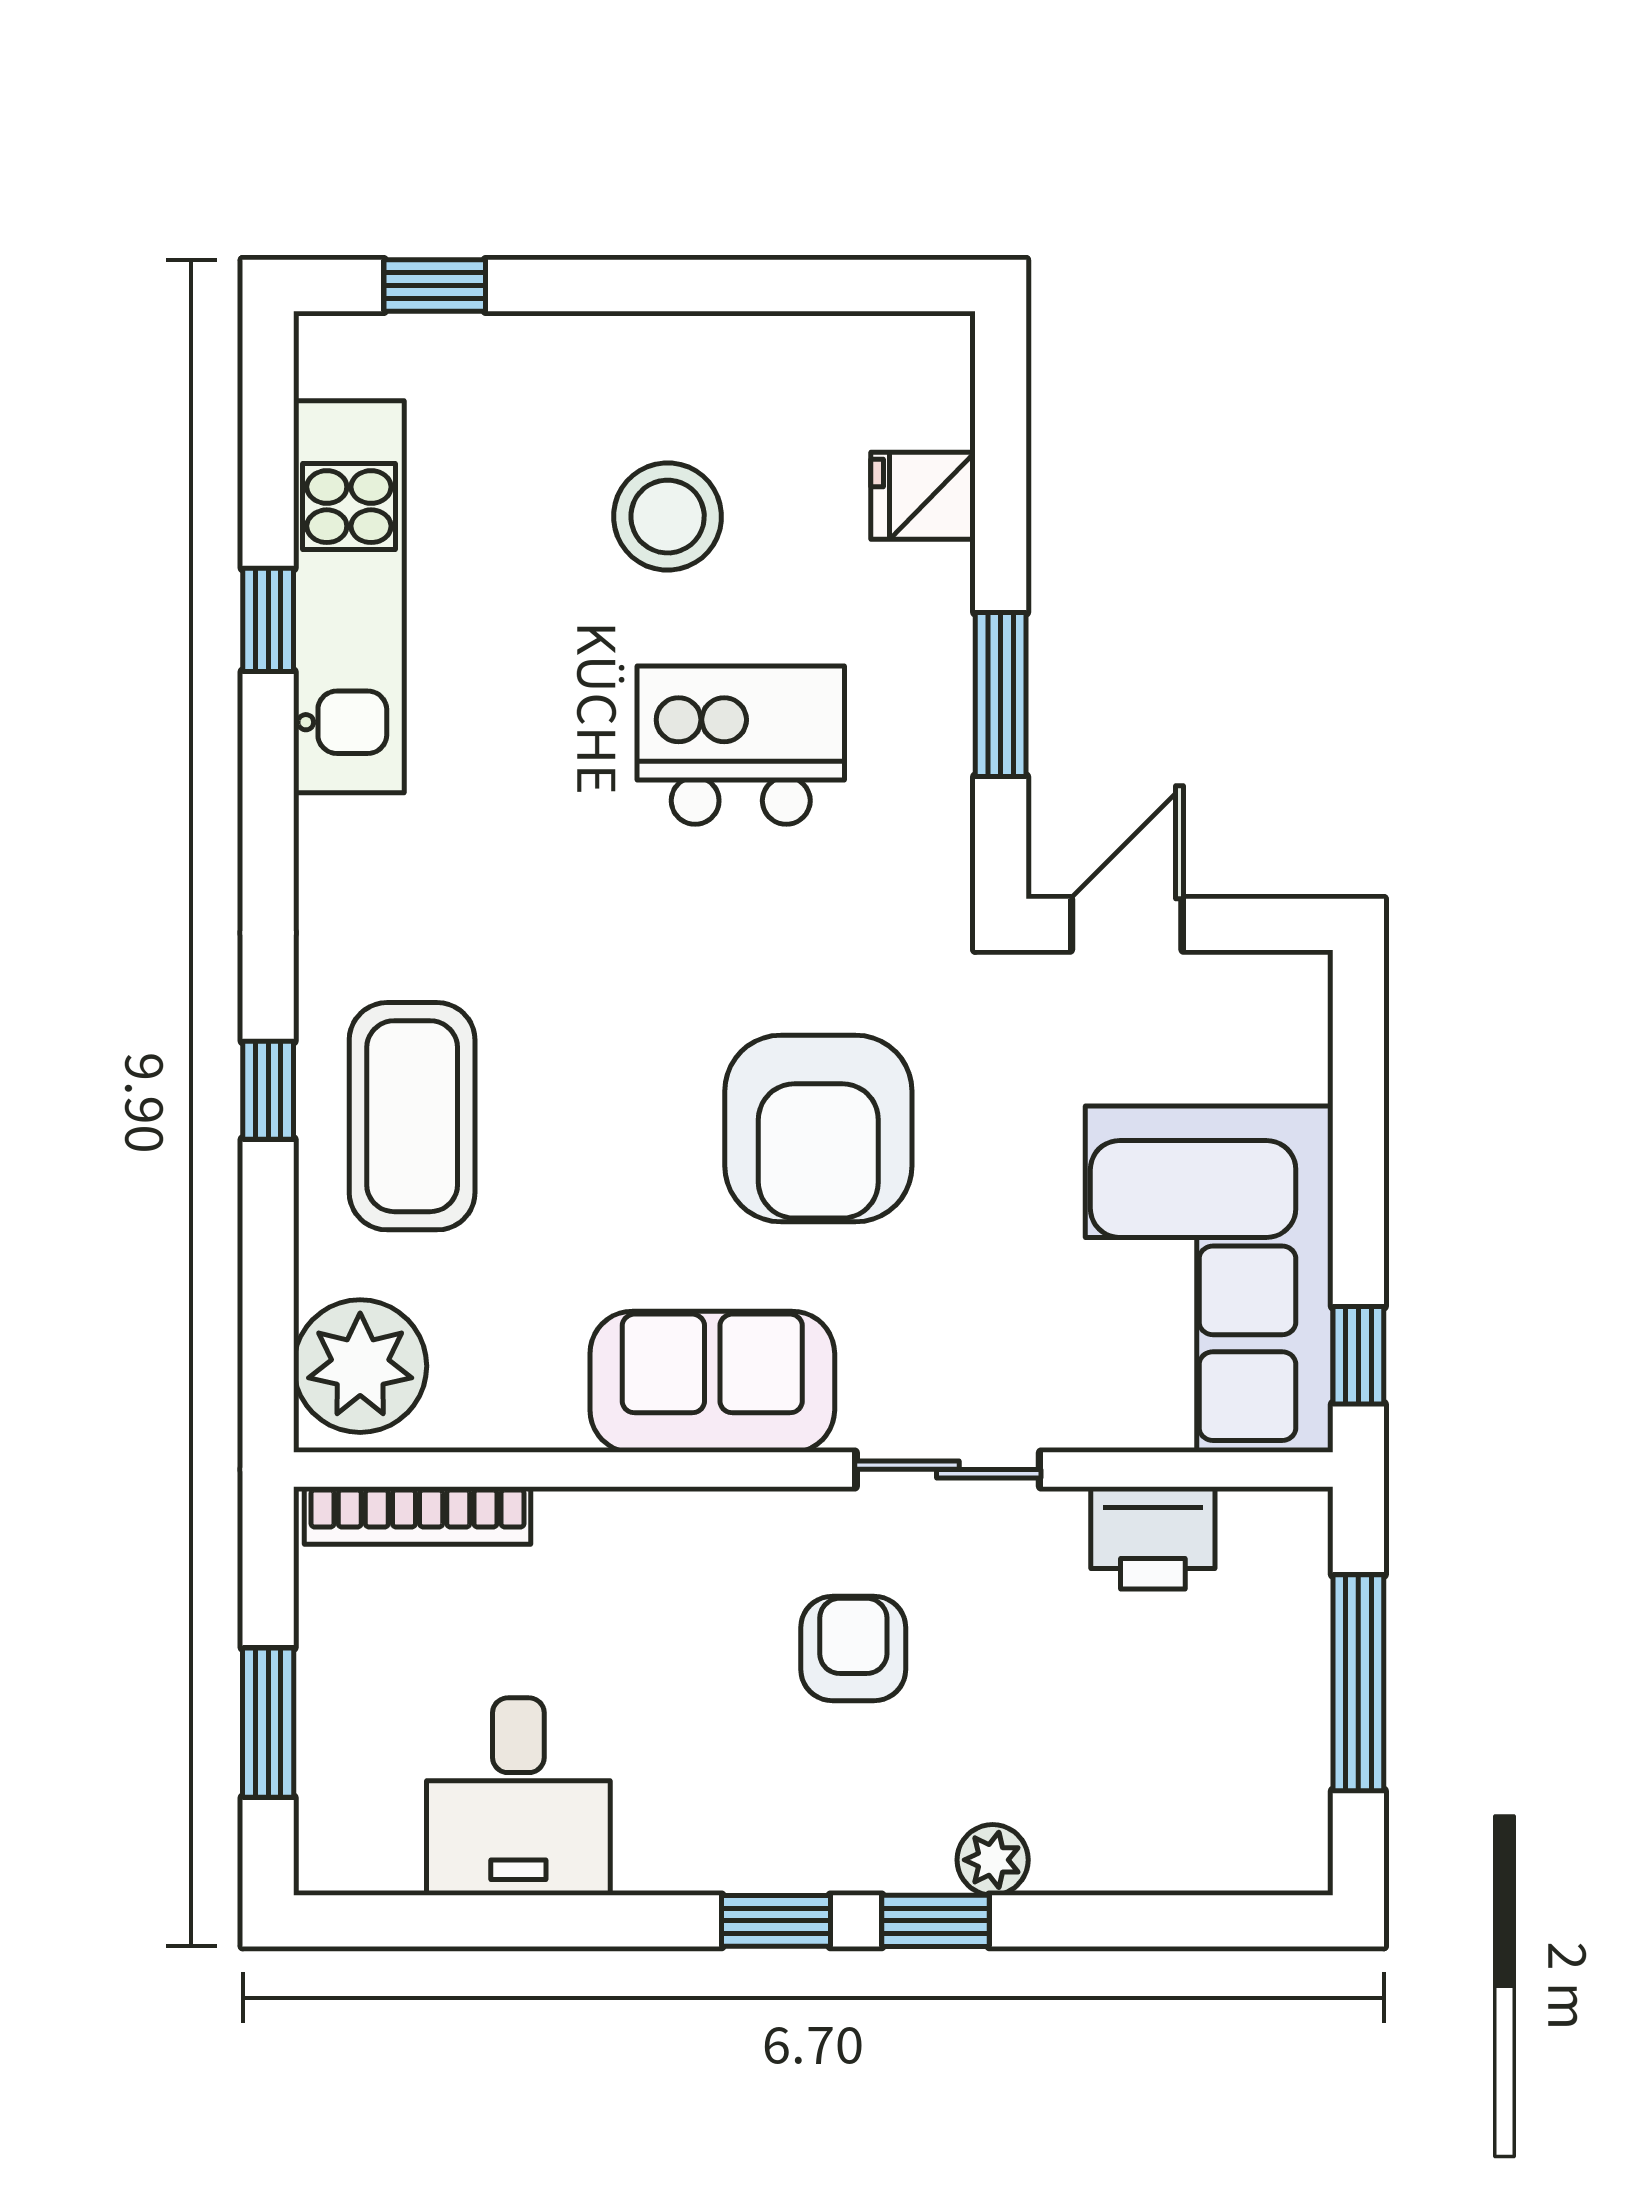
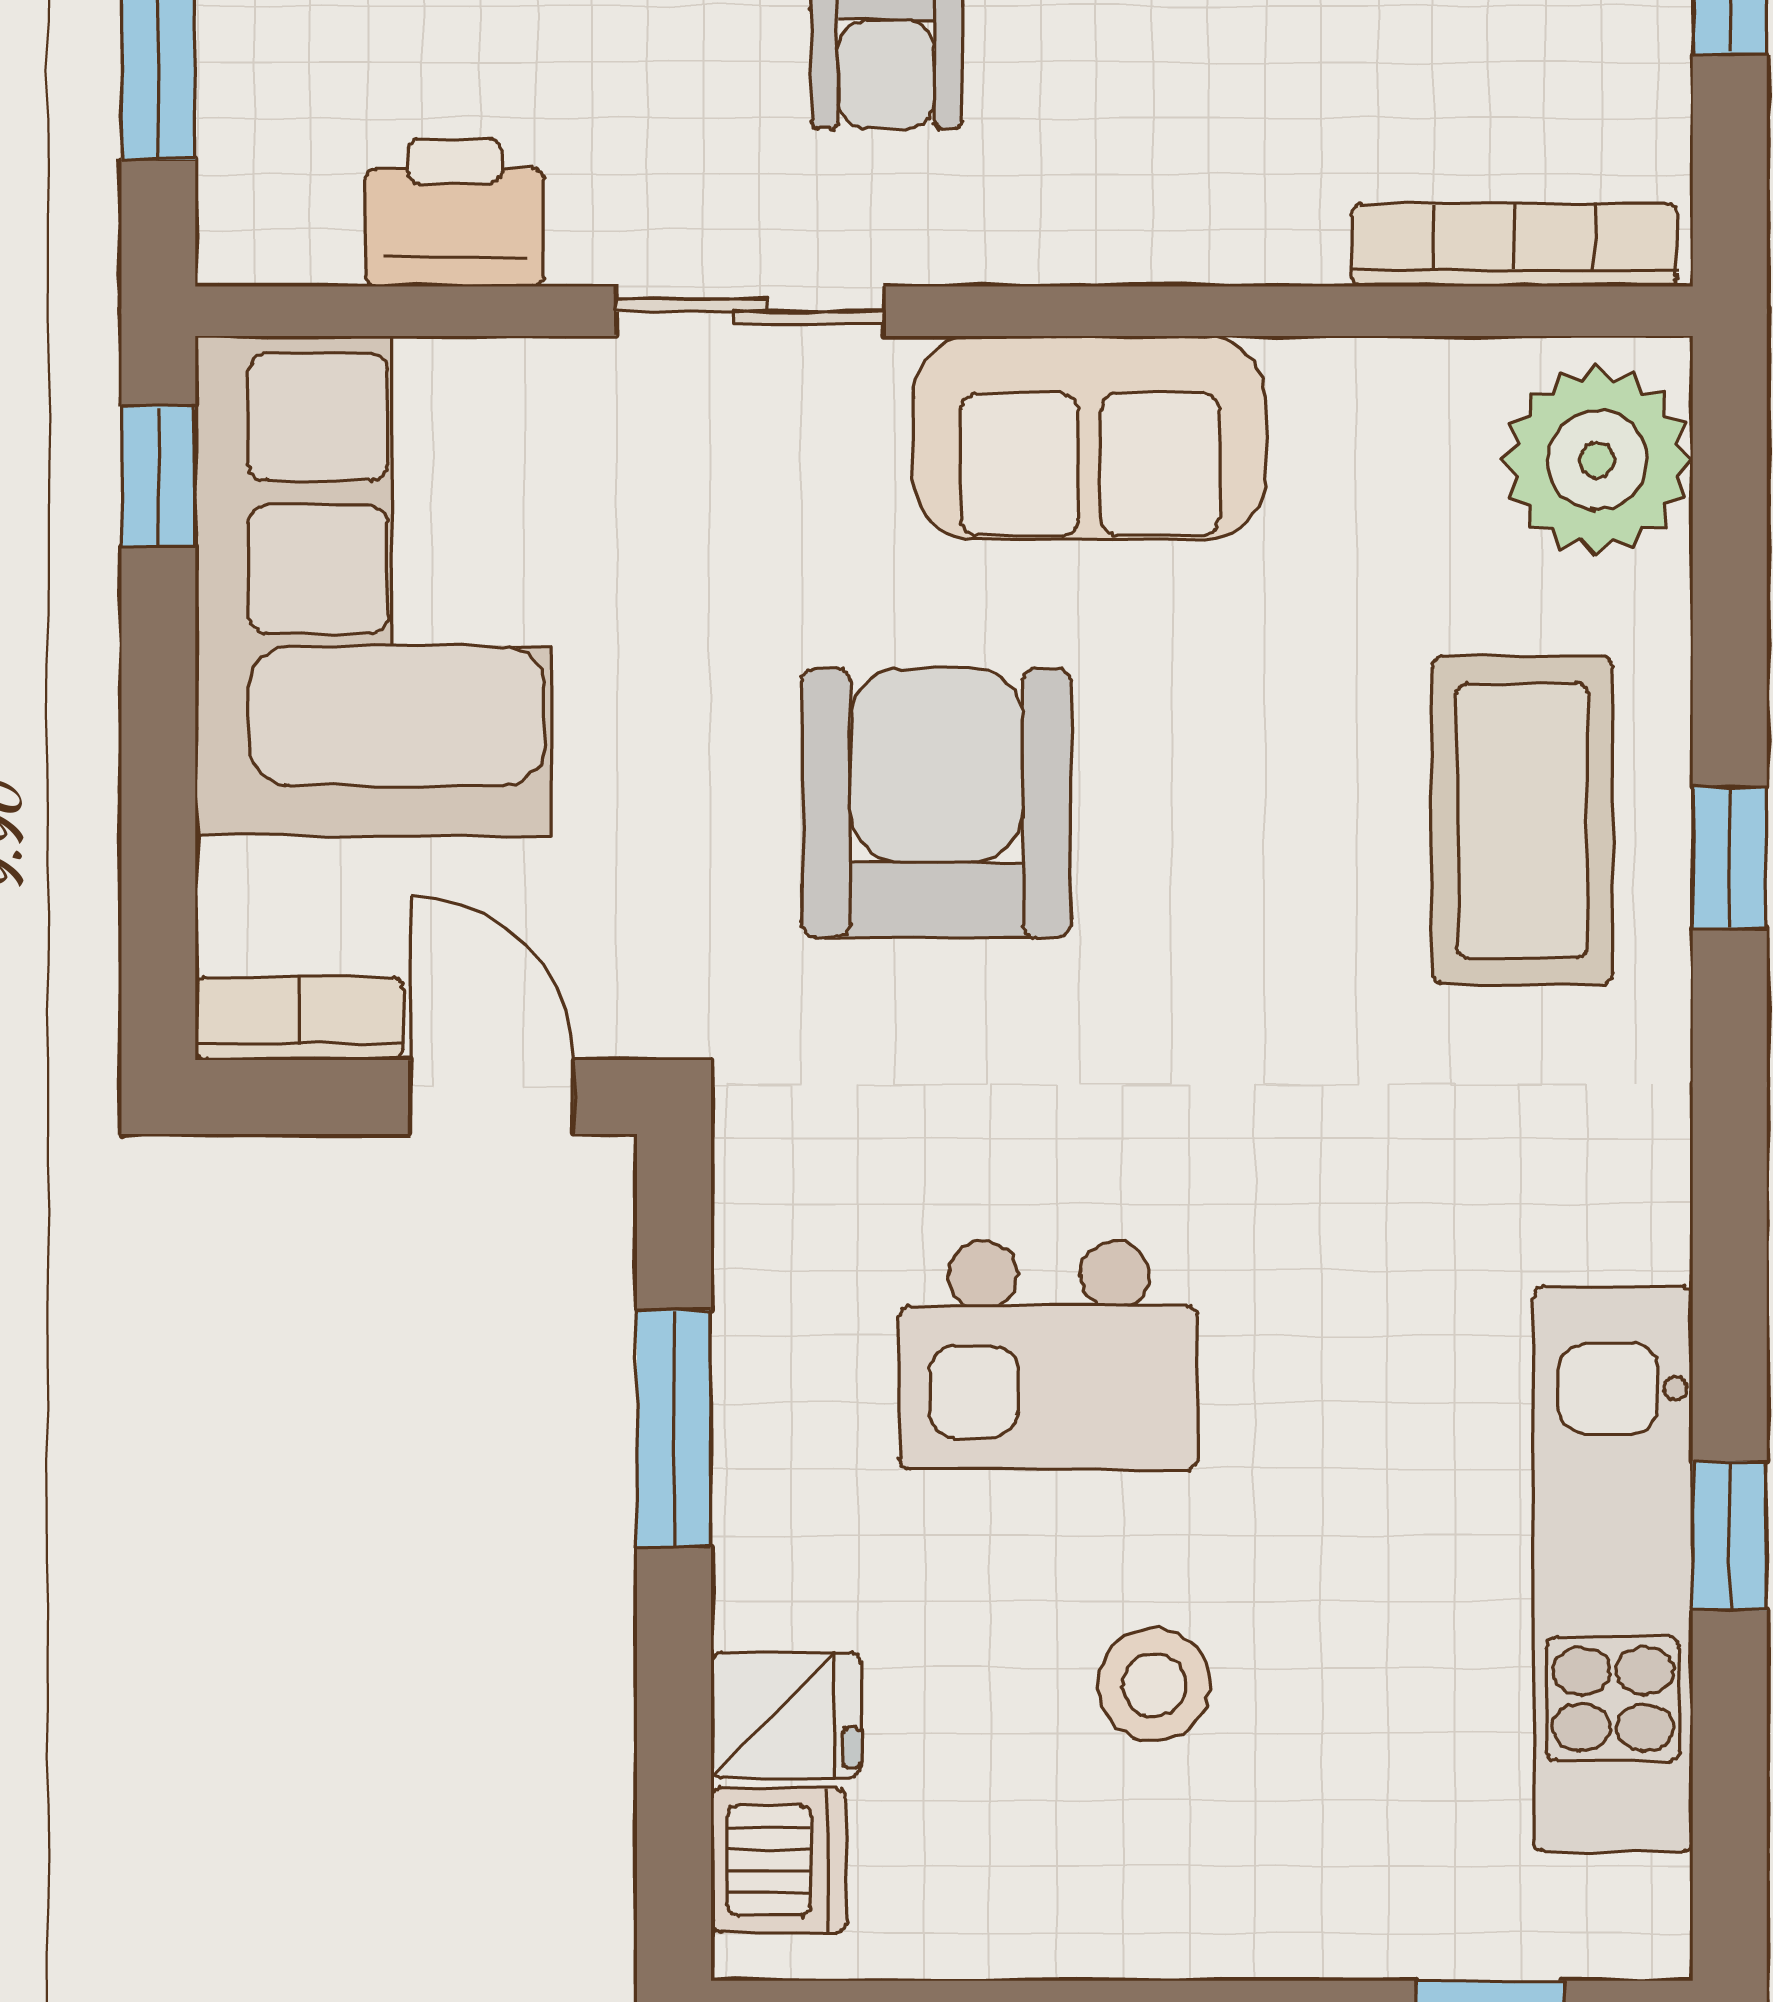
dishwasher: (928, 395) -> (779, 1860), added
stool: (668, 517) -> (1154, 1685), width x0.73, depth x0.73
door: (1127, 924) -> (492, 1097), swing flipped
bookcase: (1261, 979) -> (299, 1019), added

